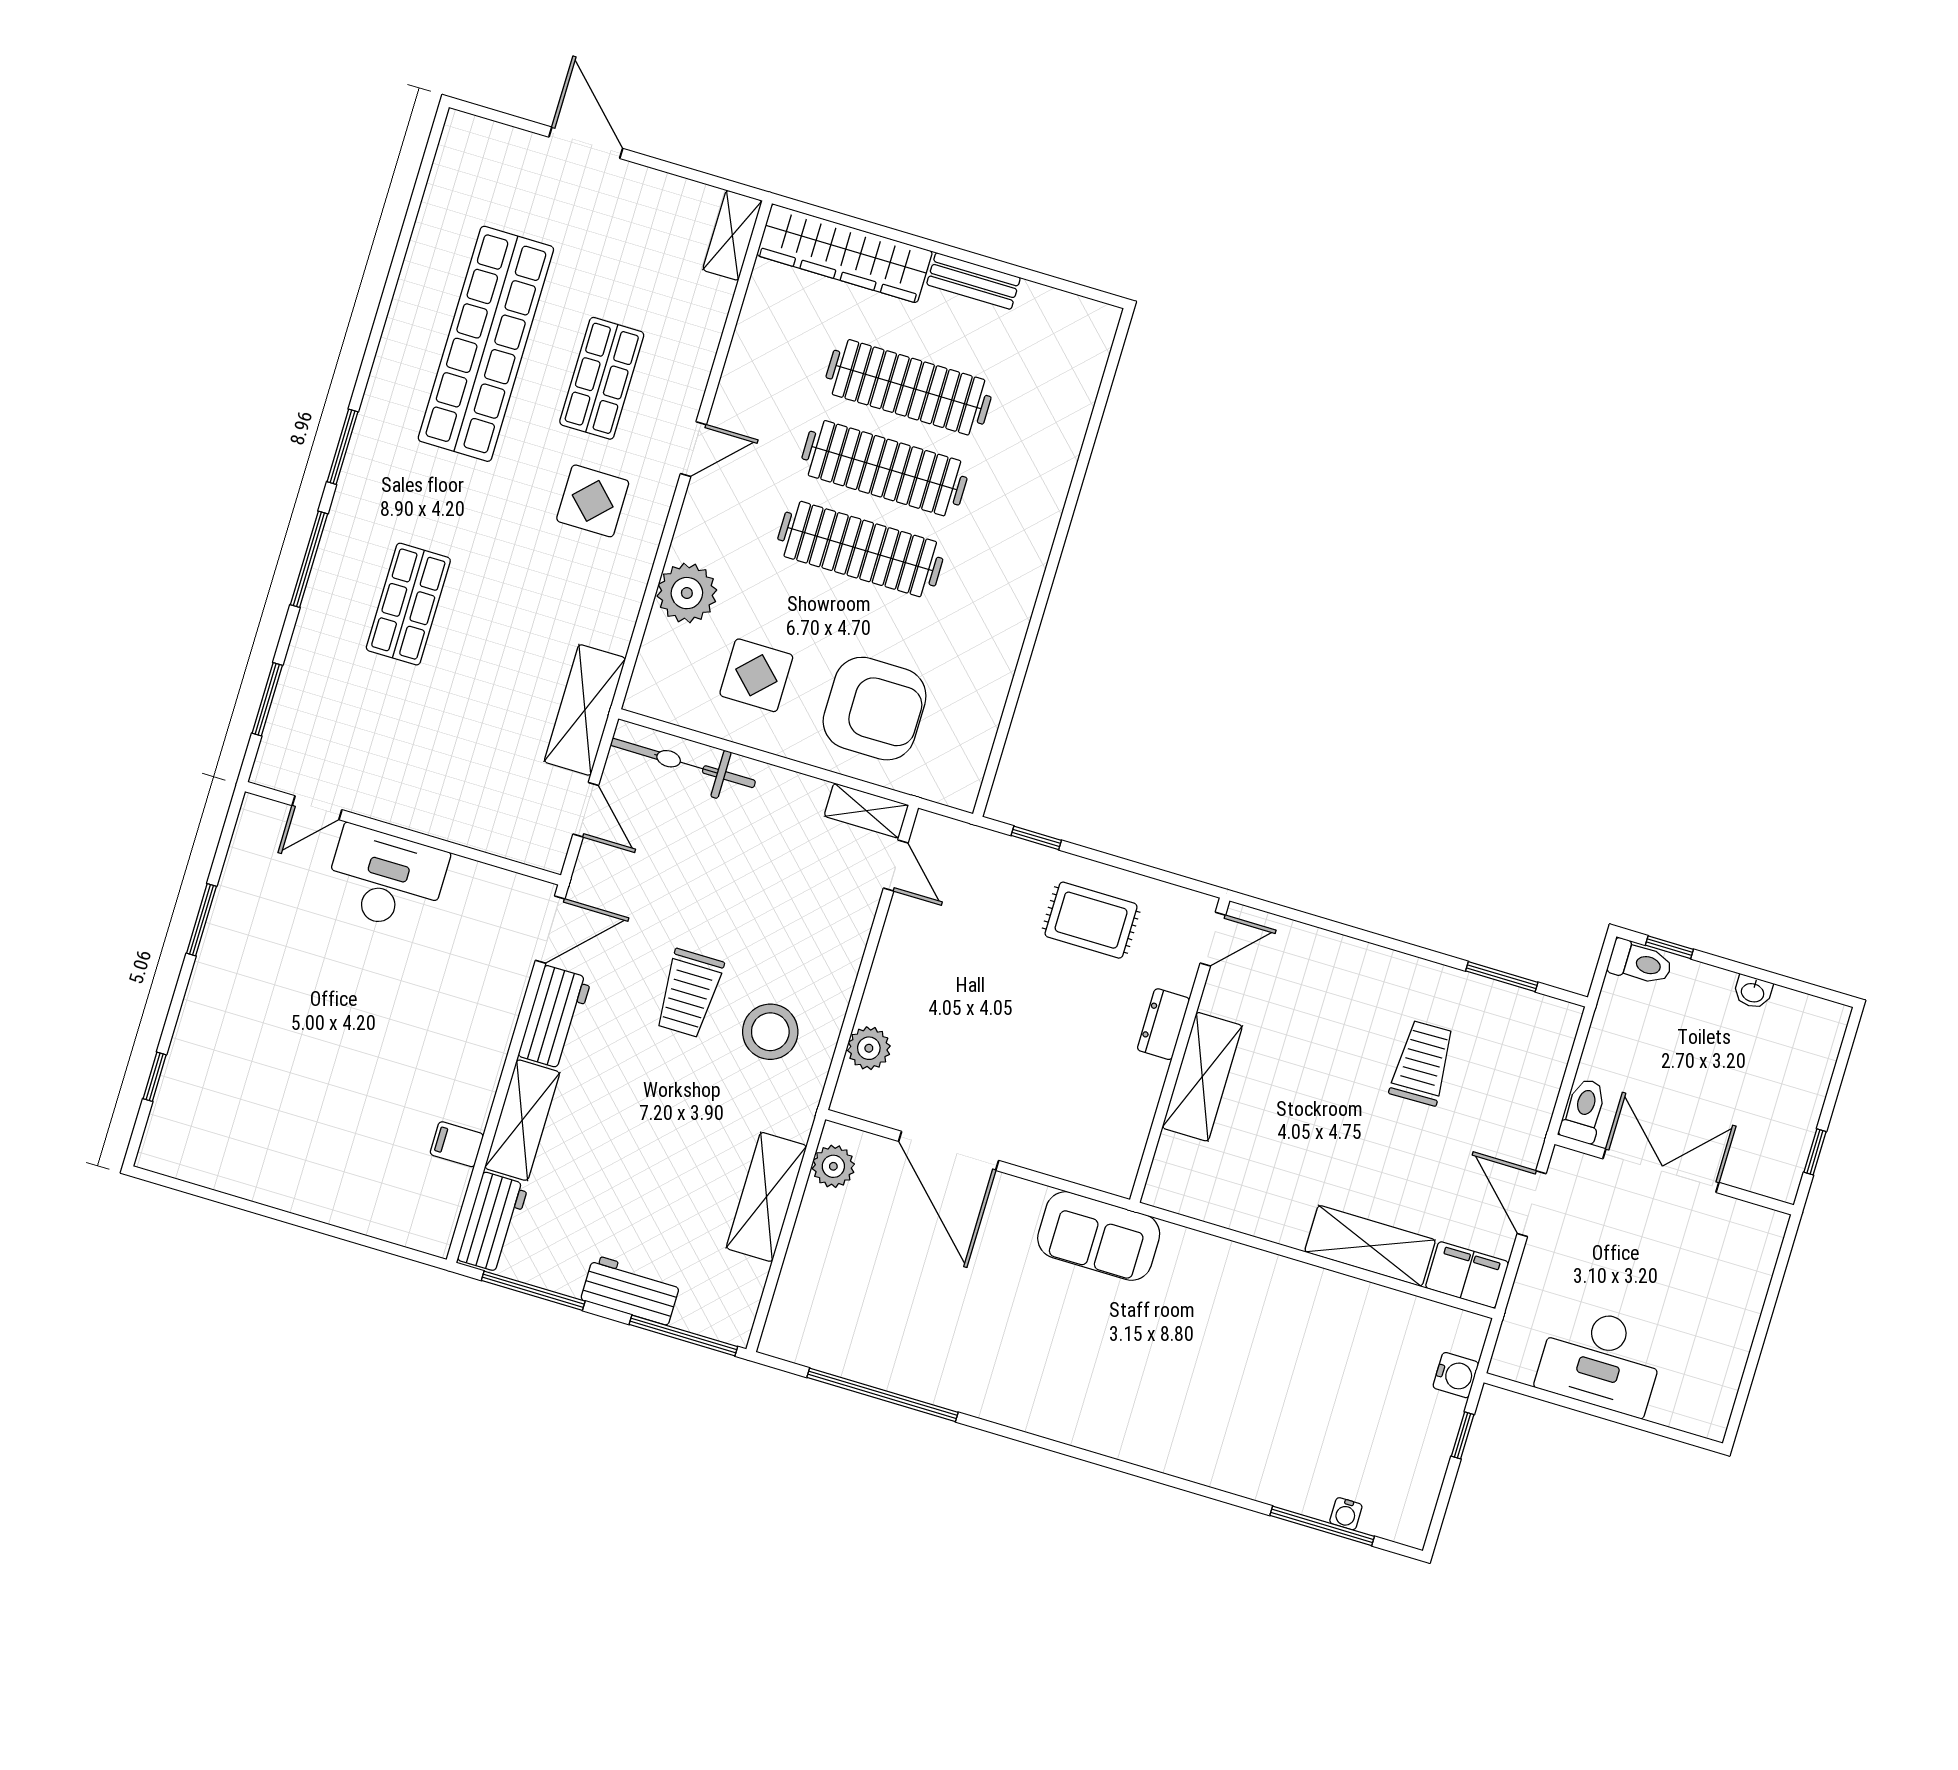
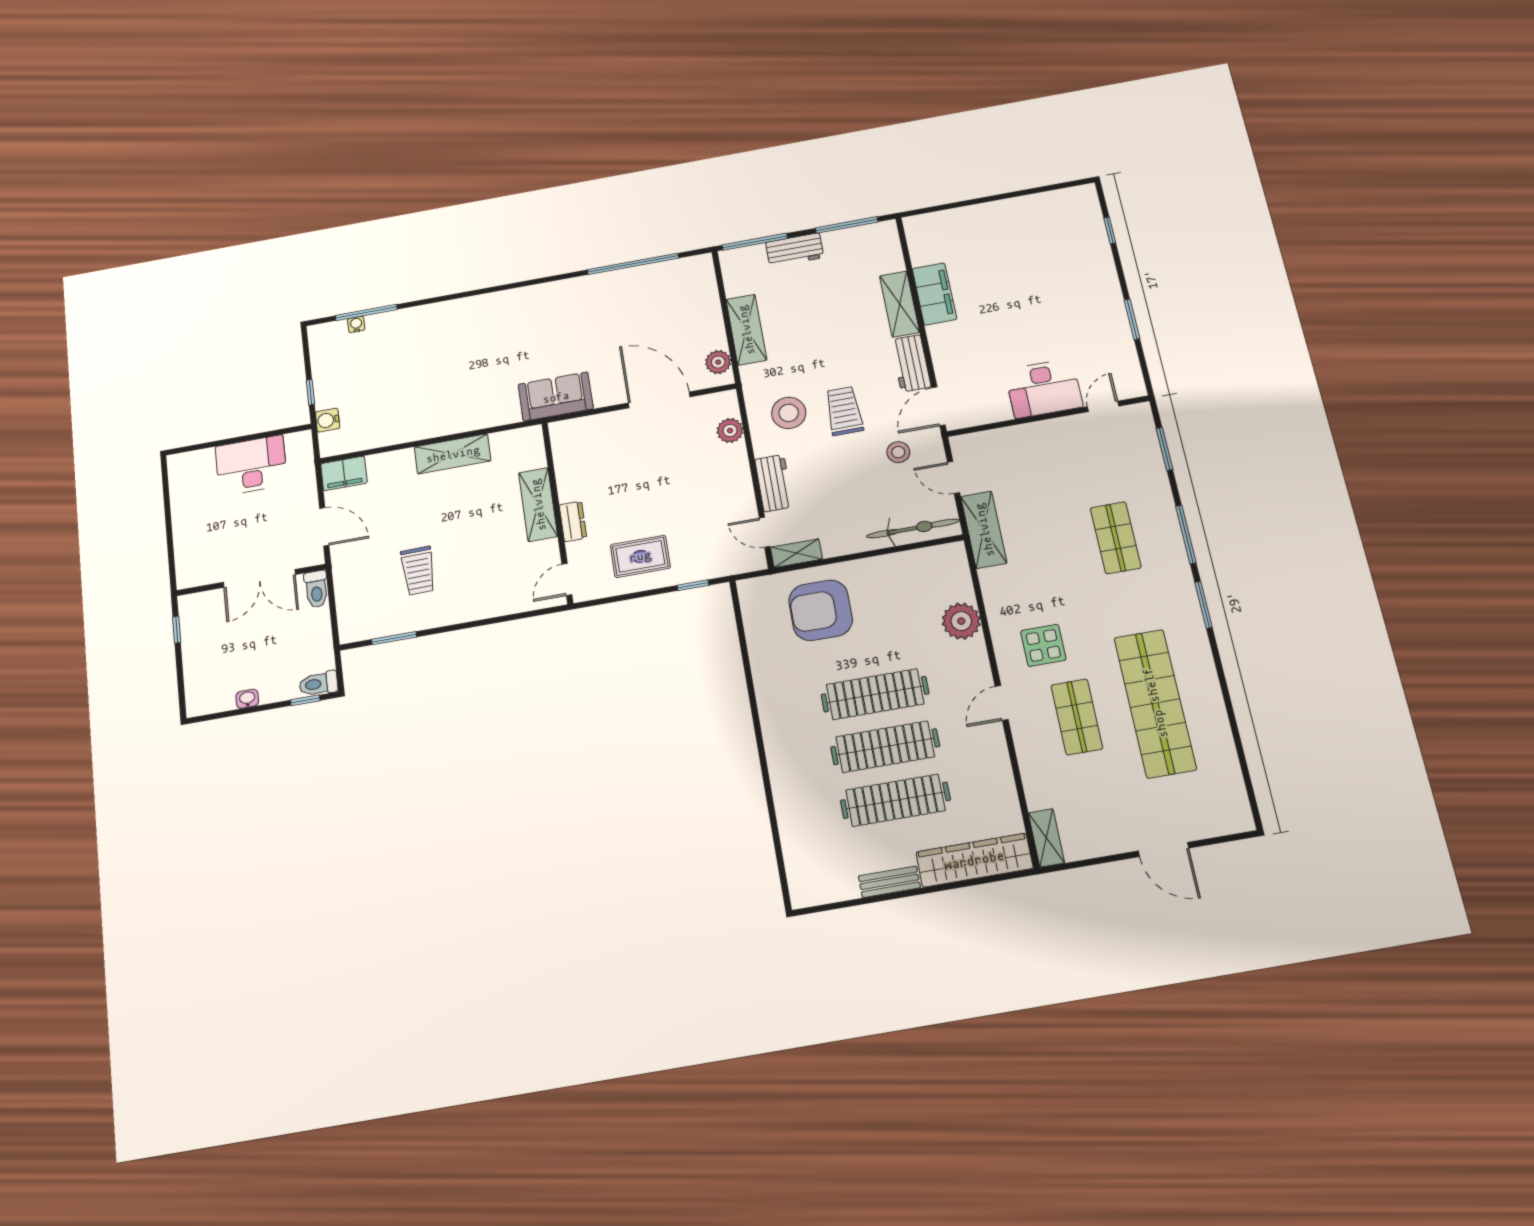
display table: (756, 675) -> (897, 596), removed
stool: (644, 889) -> (898, 452), added
filing cabinet: (457, 1144) -> (934, 294), width x3.00, depth x1.17
workbench: (493, 1222) -> (774, 483), moved, turned 180
shelving: (1370, 1246) -> (453, 454), moved

